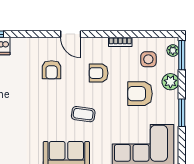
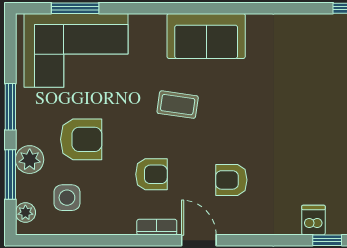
bookcase: (120, 42) -> (157, 227), moved
window: (182, 55) -> (10, 174), moved
armchair: (52, 70) -> (231, 180), turned -90

